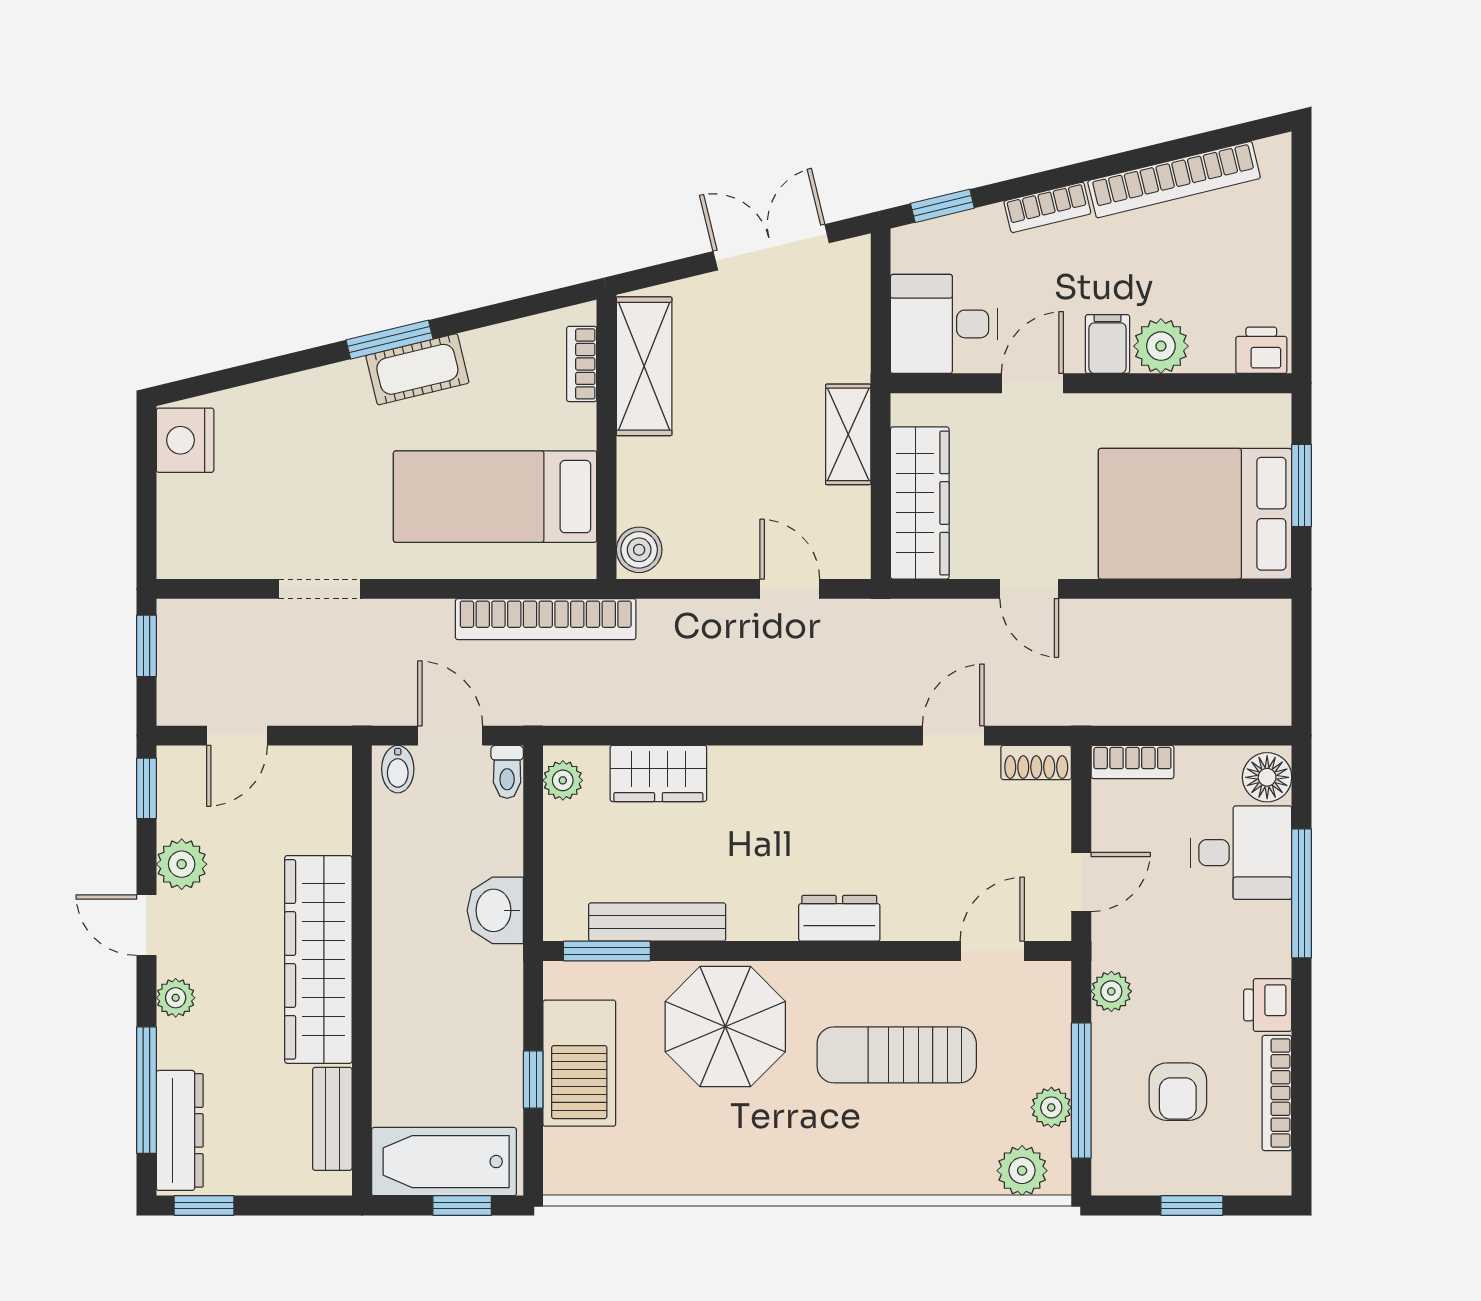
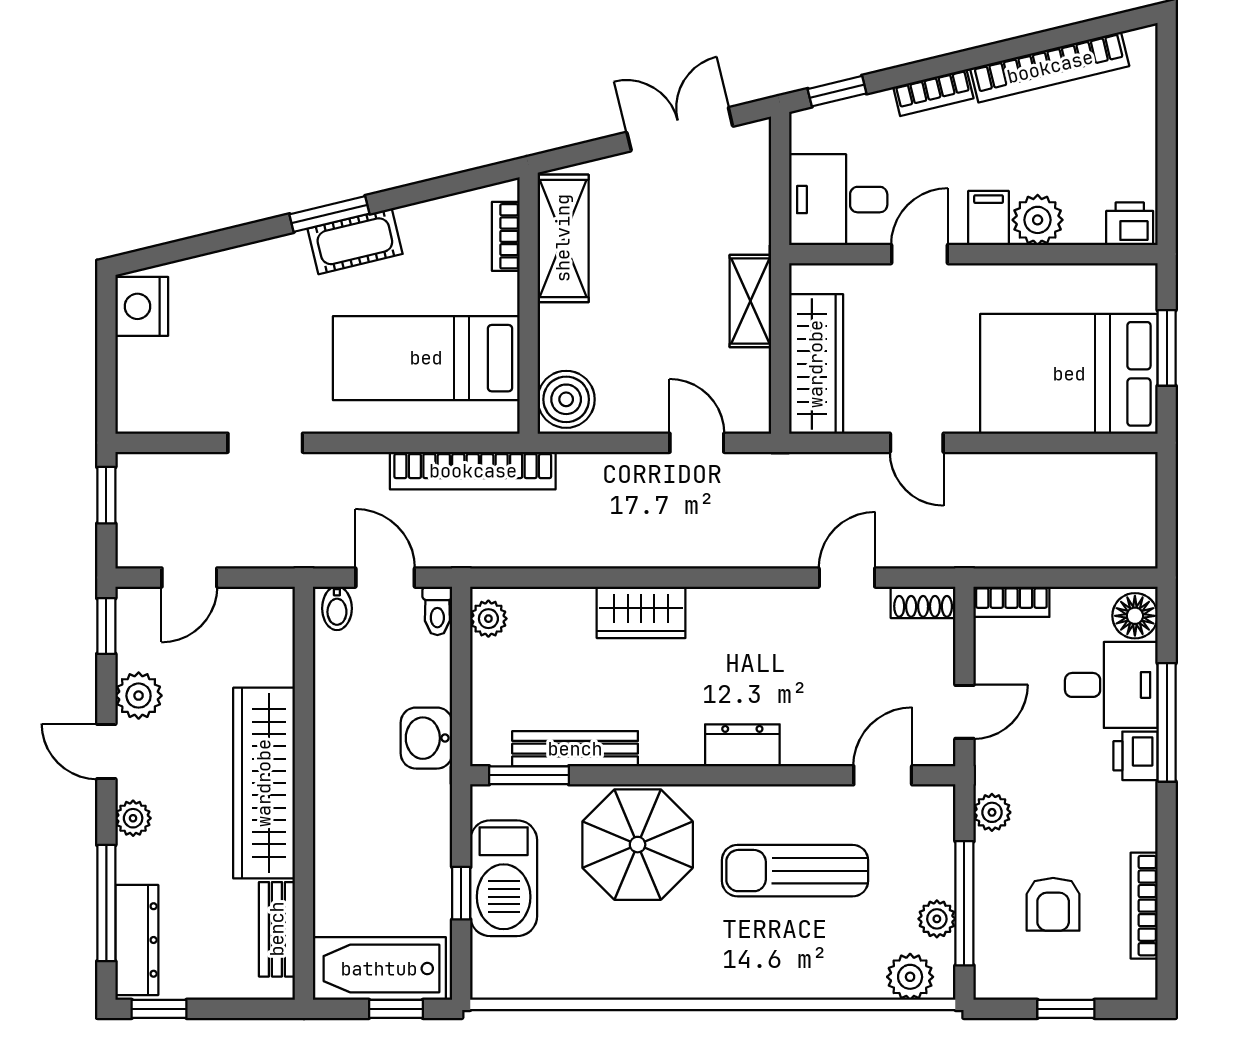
boiler: (639, 550) -> (566, 399), width x1.36, depth x1.36
wardrobe: (658, 773) -> (641, 612), moved
printer: (1268, 1005) -> (1136, 756), moved

